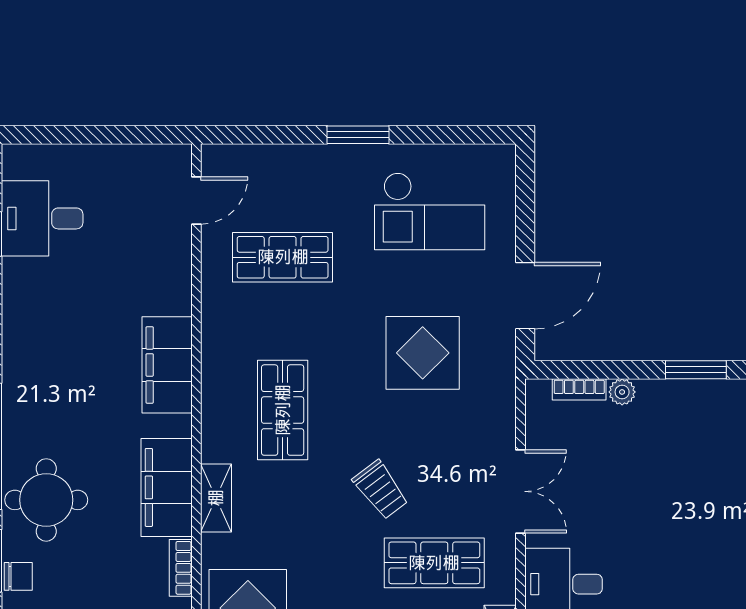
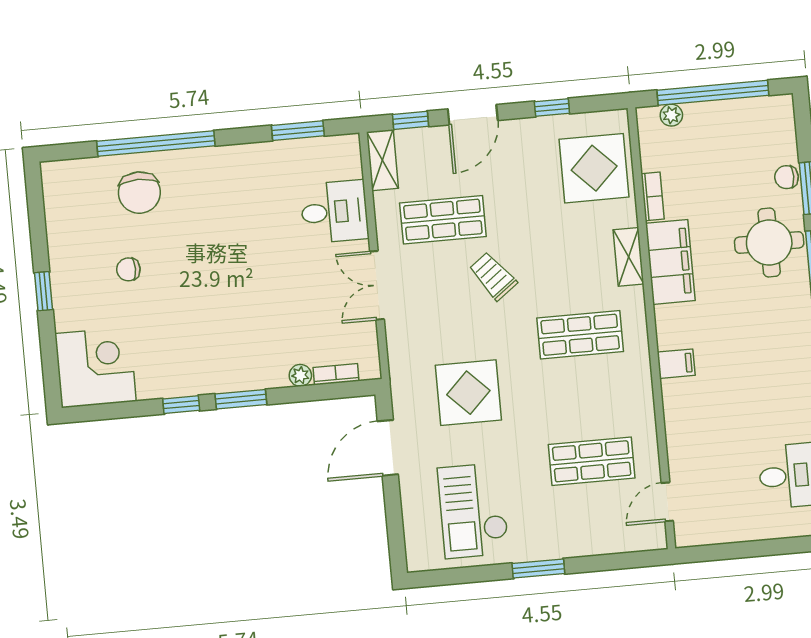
checkout: (430, 211) -> (473, 511), turned -90
filing cabinet: (167, 365) -> (676, 364), width x0.33, depth x0.86
shop shelf: (283, 410) -> (580, 335), turned 90

